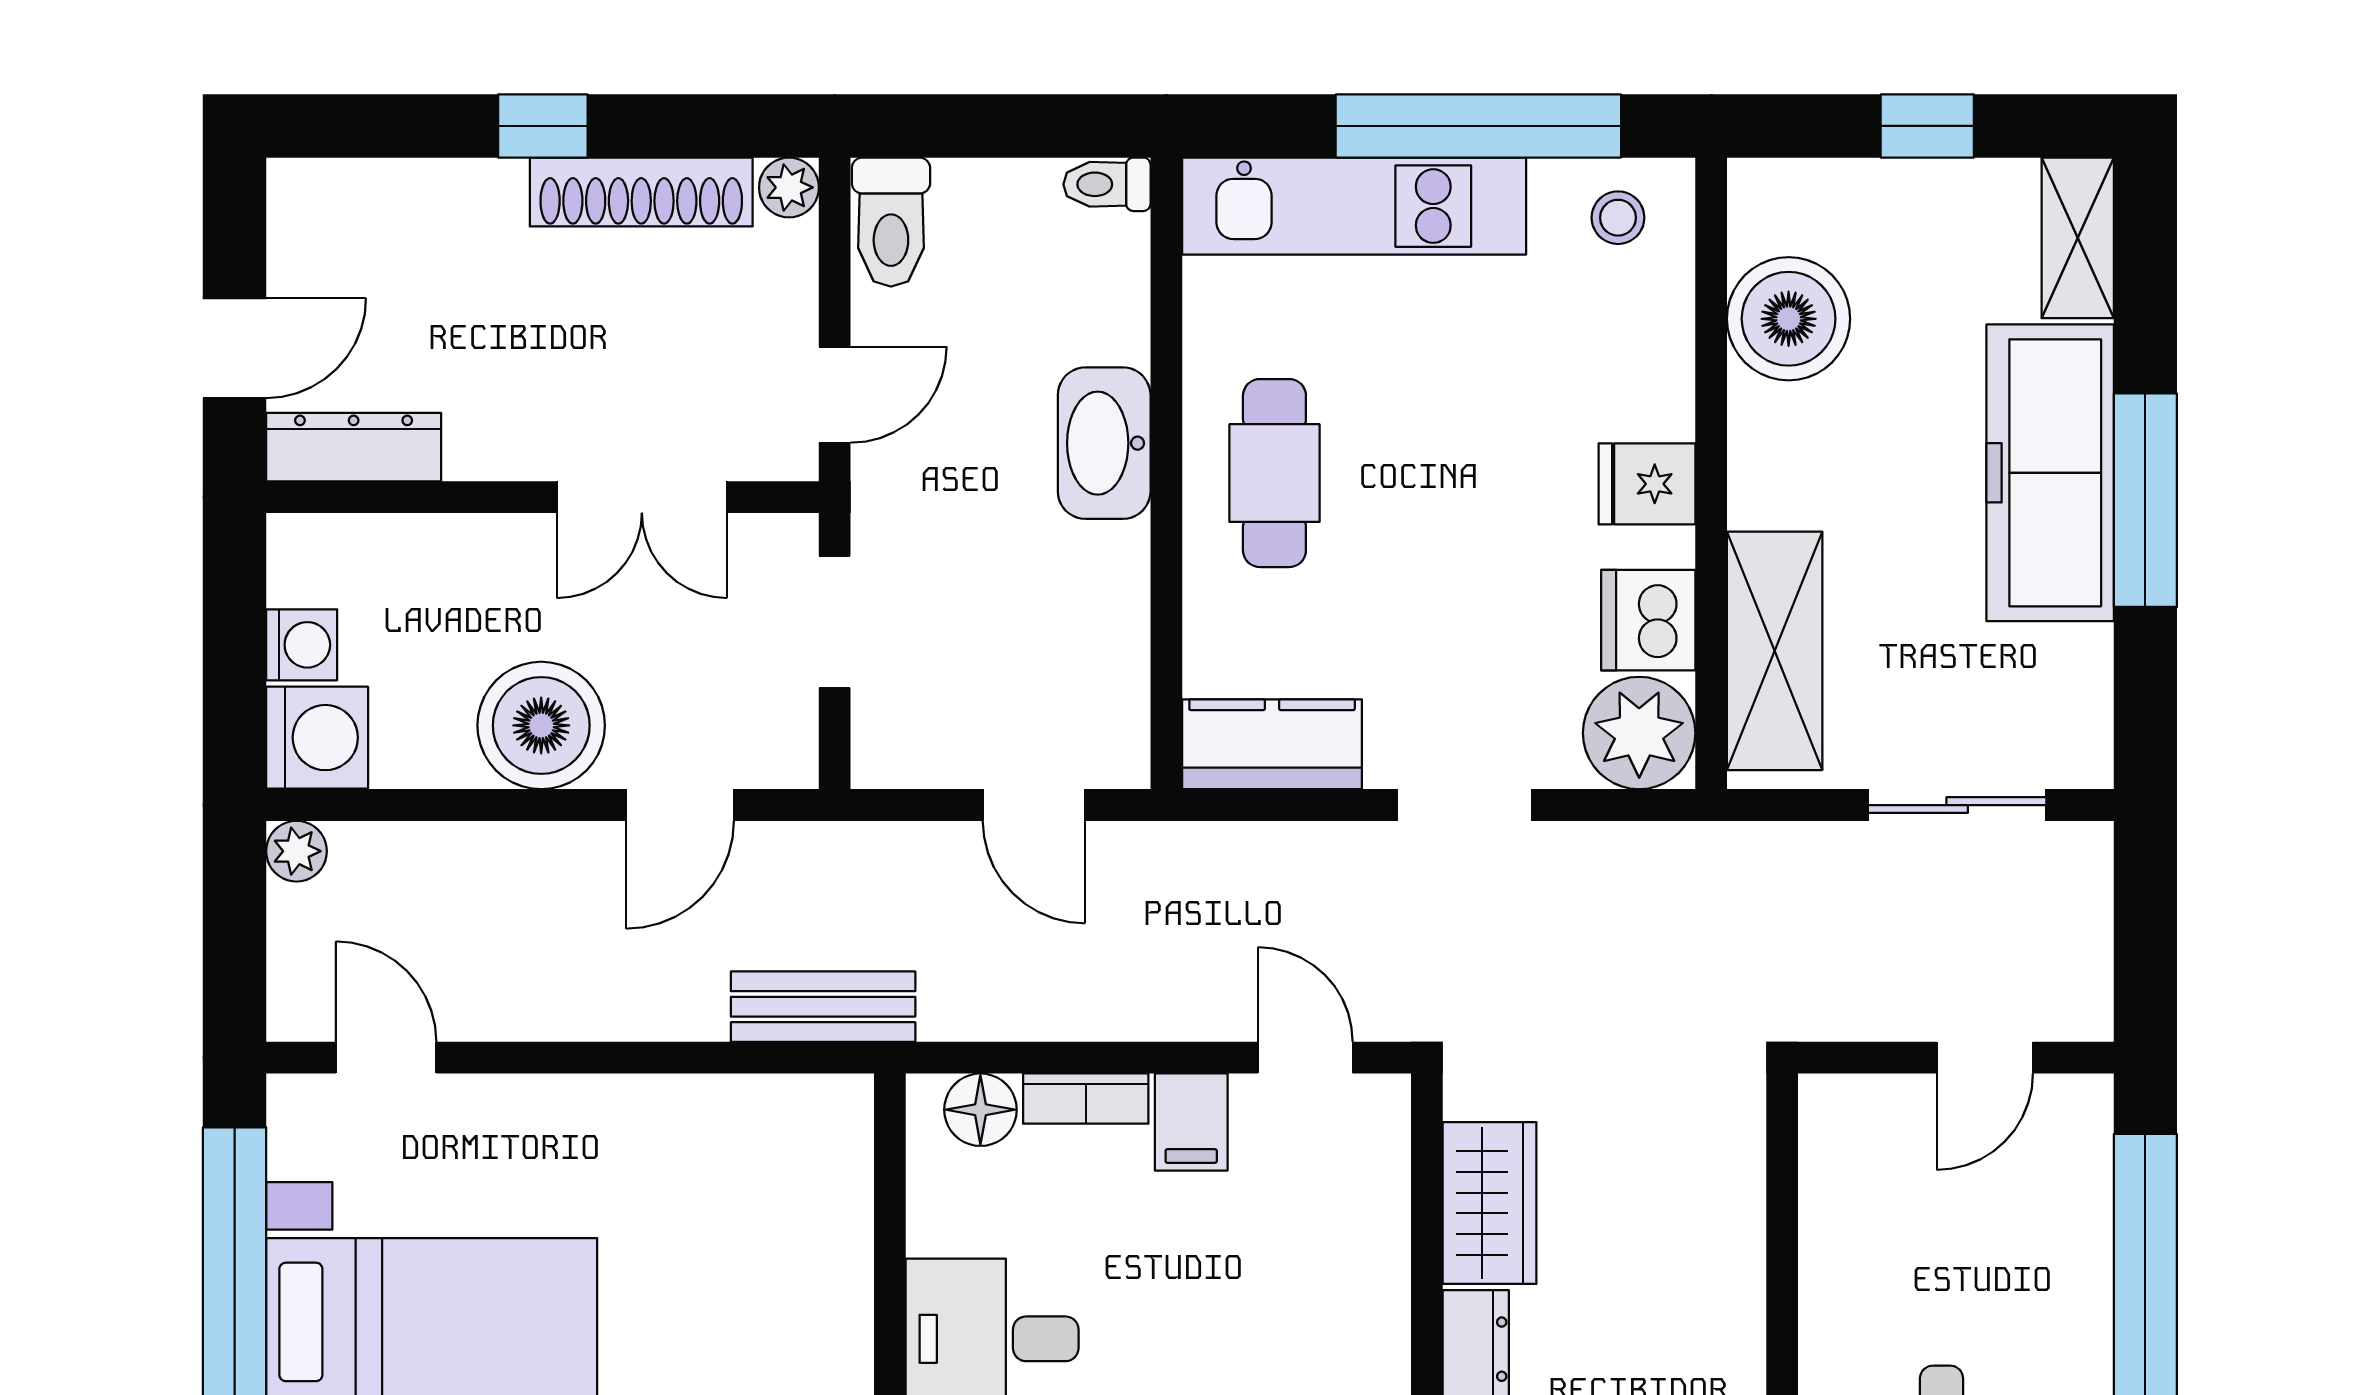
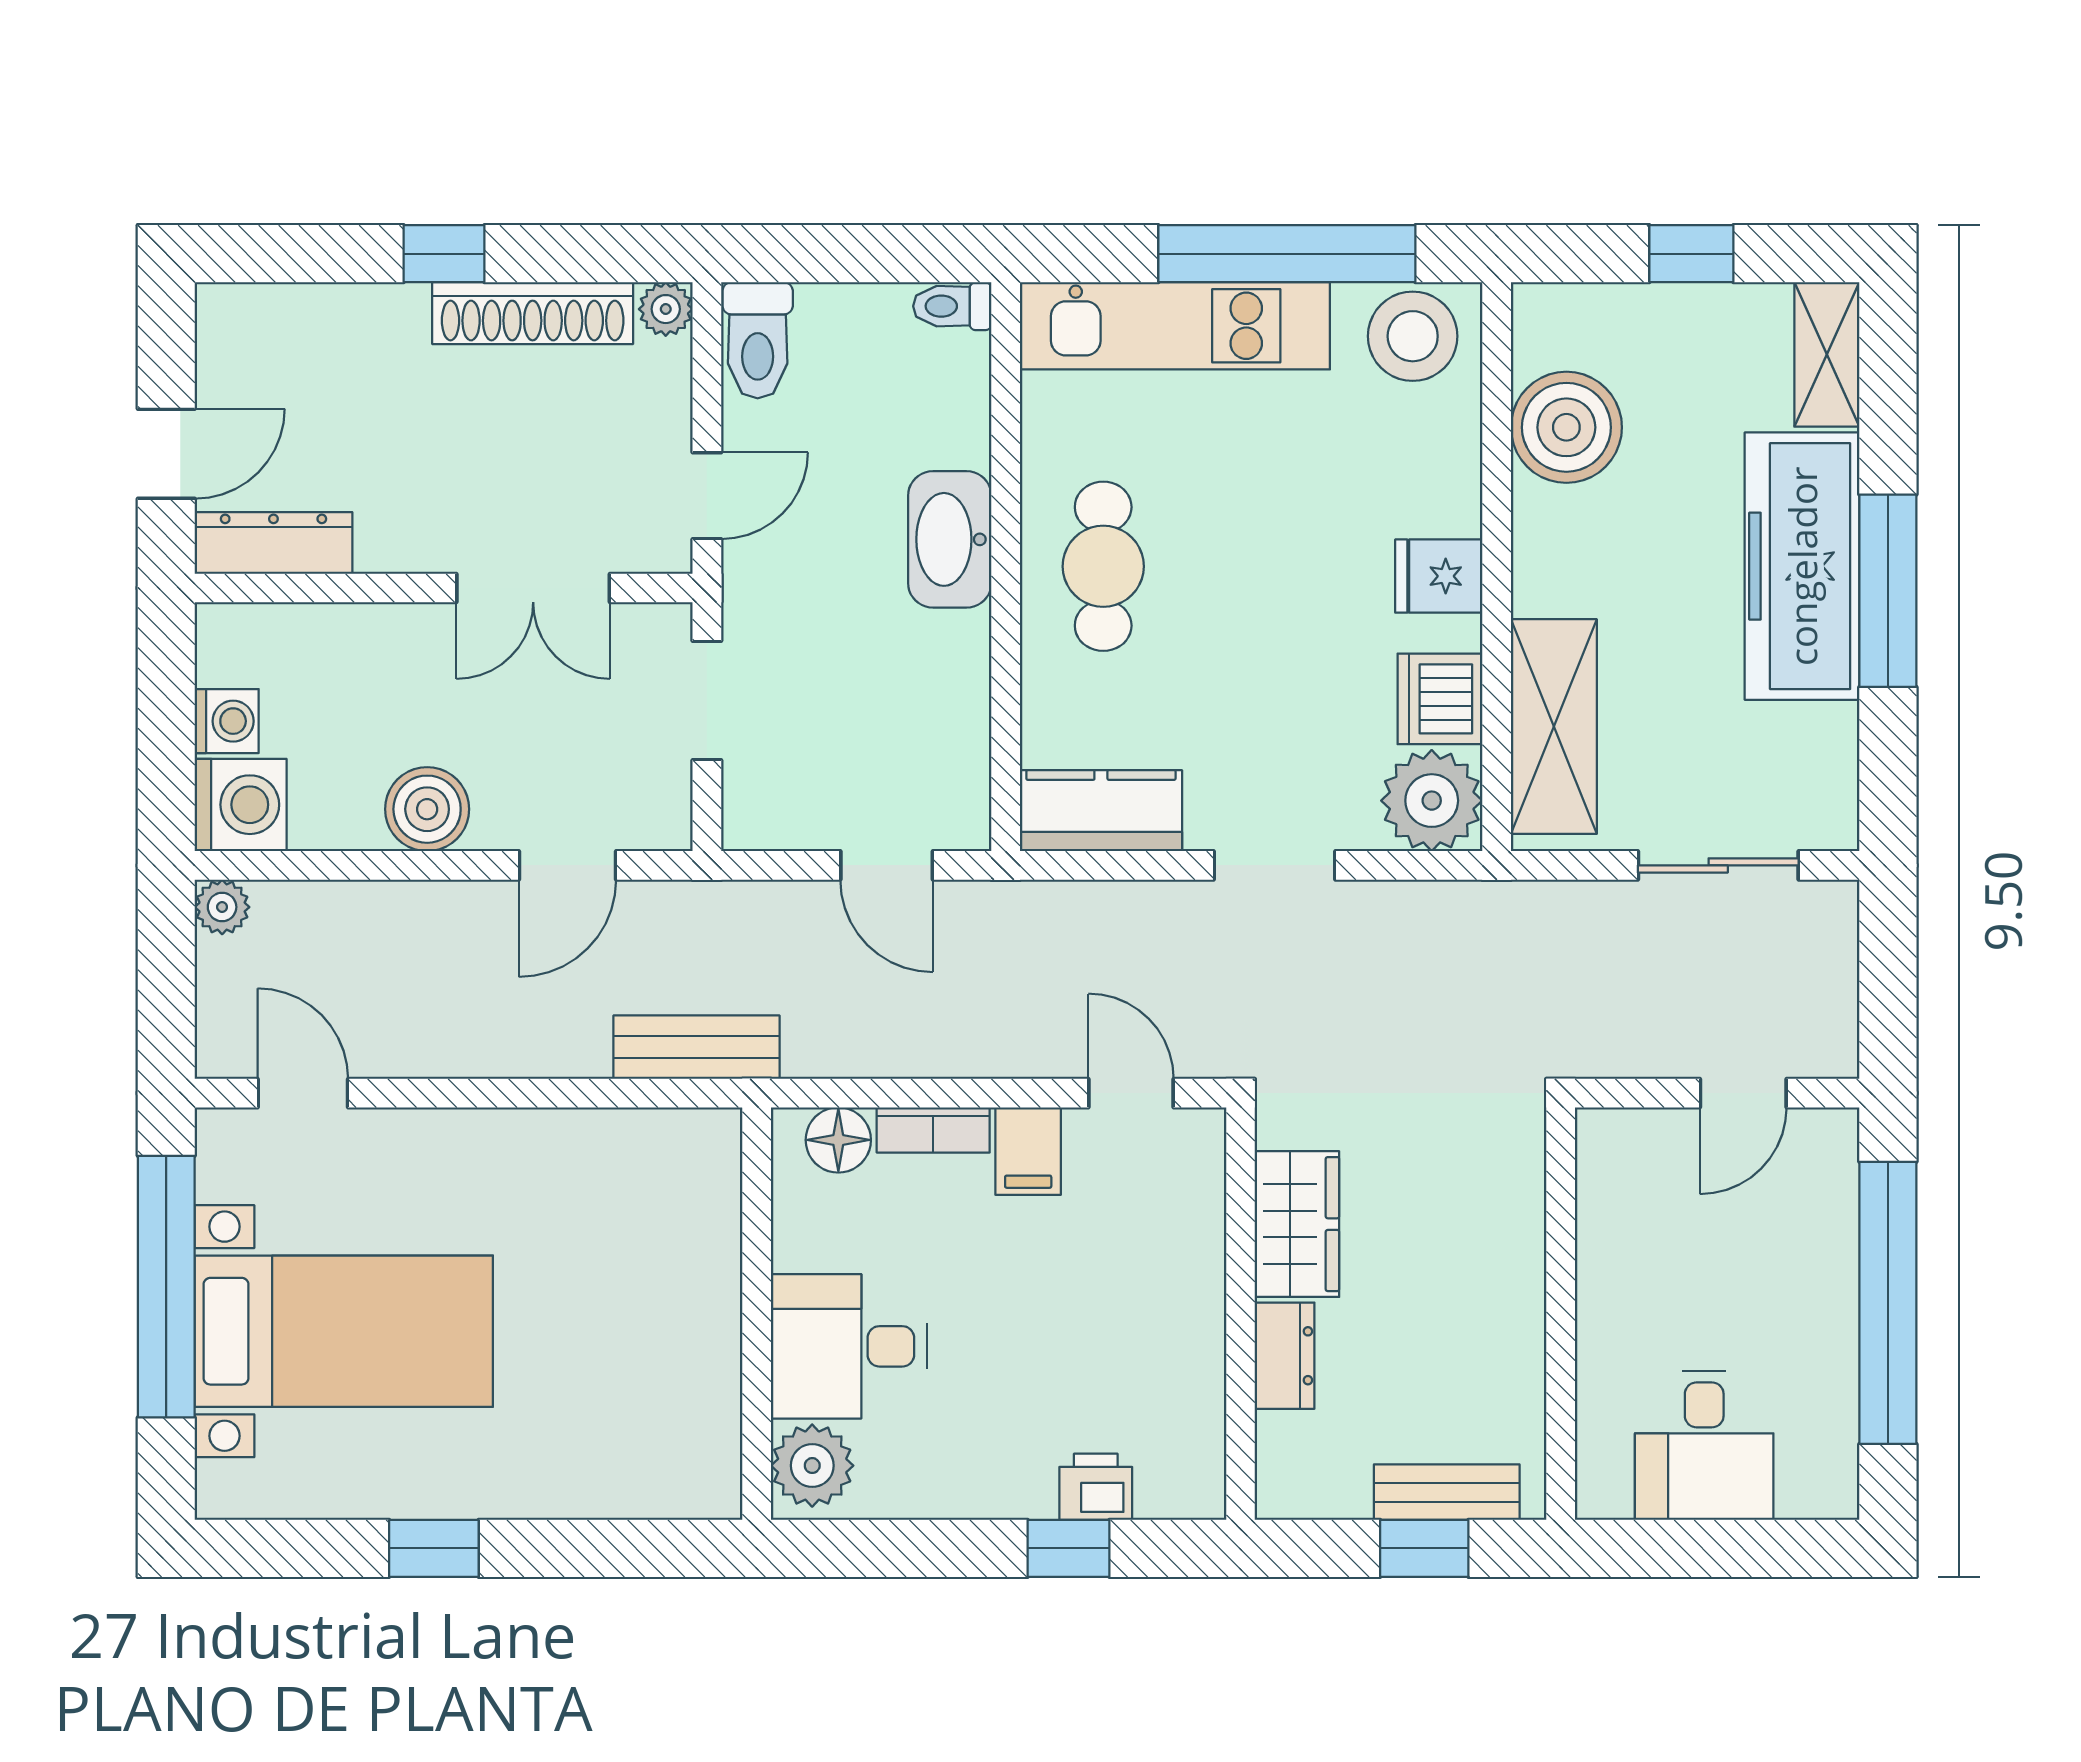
stool: (1618, 218) -> (1413, 336), width x1.89, depth x1.89
boiler: (541, 725) -> (427, 809), width x0.73, depth x0.73

